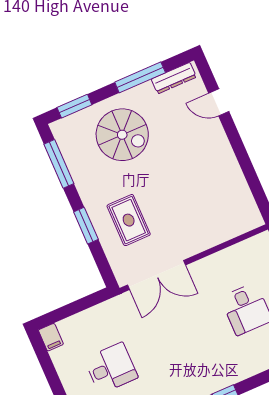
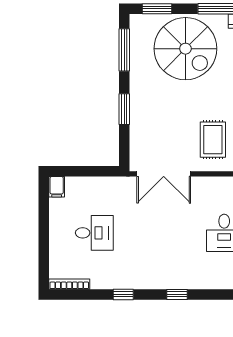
spiral stairs: (122, 135) -> (185, 49), width x1.37, depth x1.37
rug: (129, 220) -> (213, 140), moved

